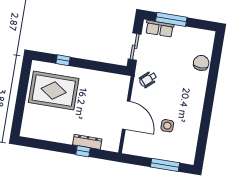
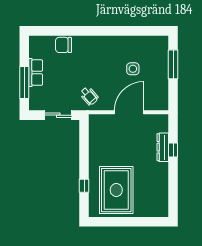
row of seats: (160, 29) -> (36, 73), moved

